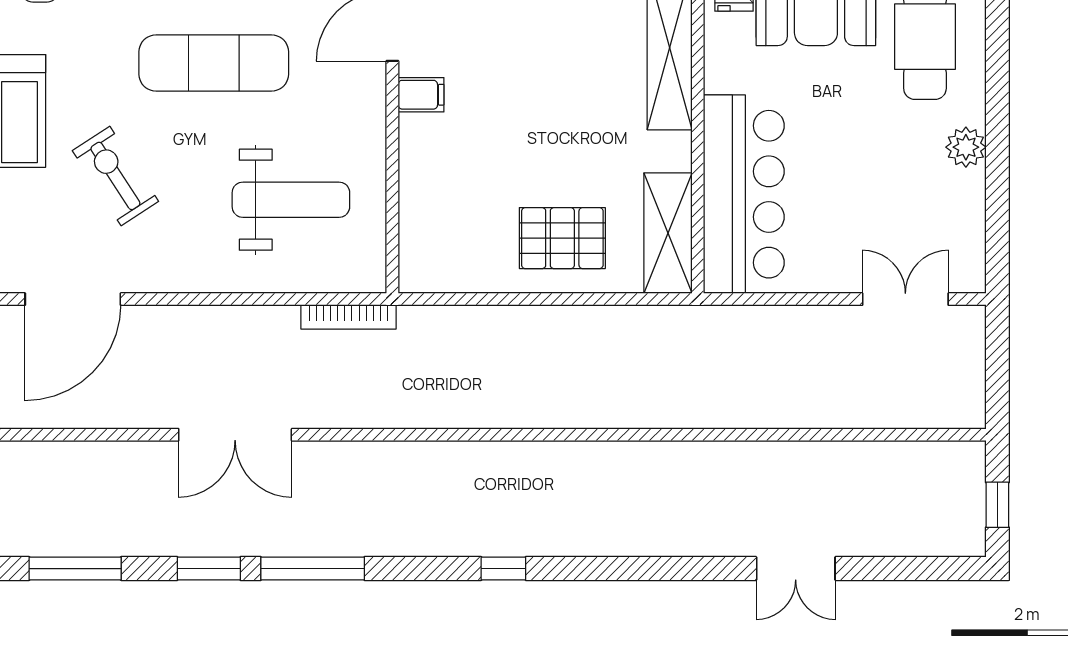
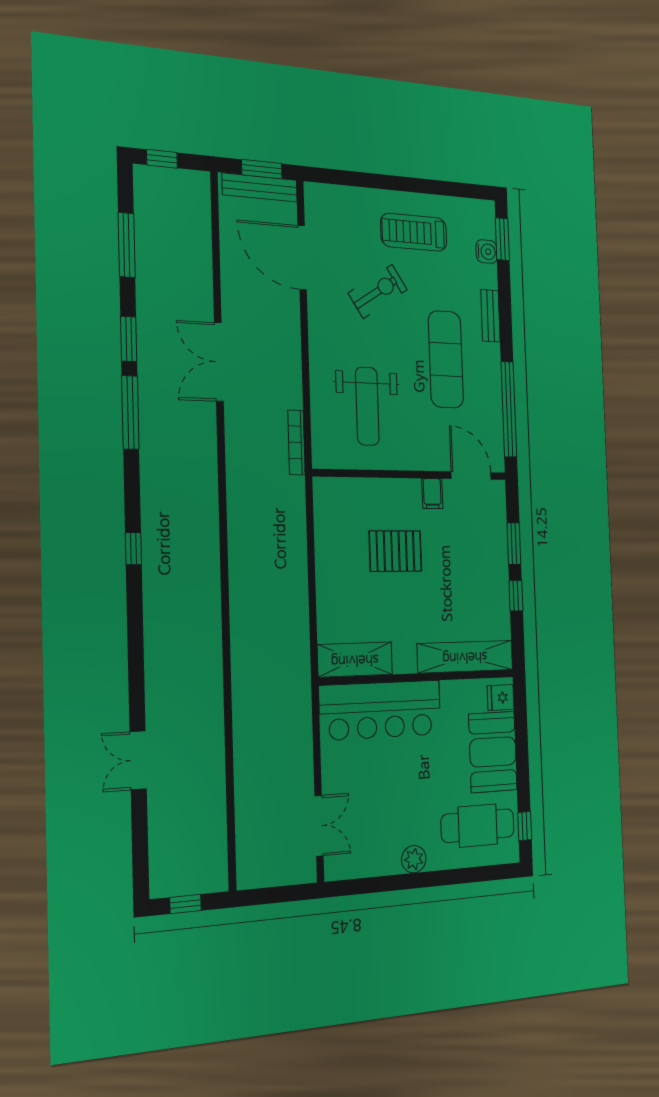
pallet: (562, 238) -> (395, 551), moved, turned 90

